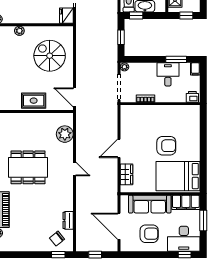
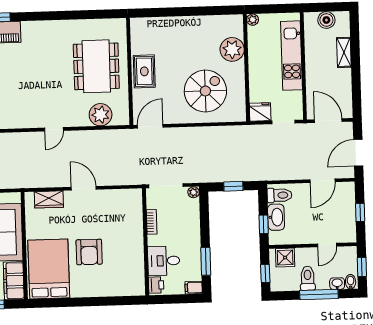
window: (136, 16) -> (264, 224), moved
plant: (19, 31) -> (232, 49), width x1.88, depth x1.88
desk: (168, 74) -> (164, 261), moved, turned 180
dining table: (28, 167) -> (96, 66), moved

